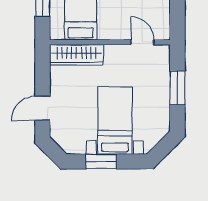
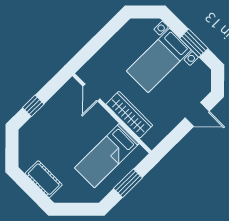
wardrobe: (76, 55) -> (129, 115), moved
window: (177, 88) -> (98, 41), removed

